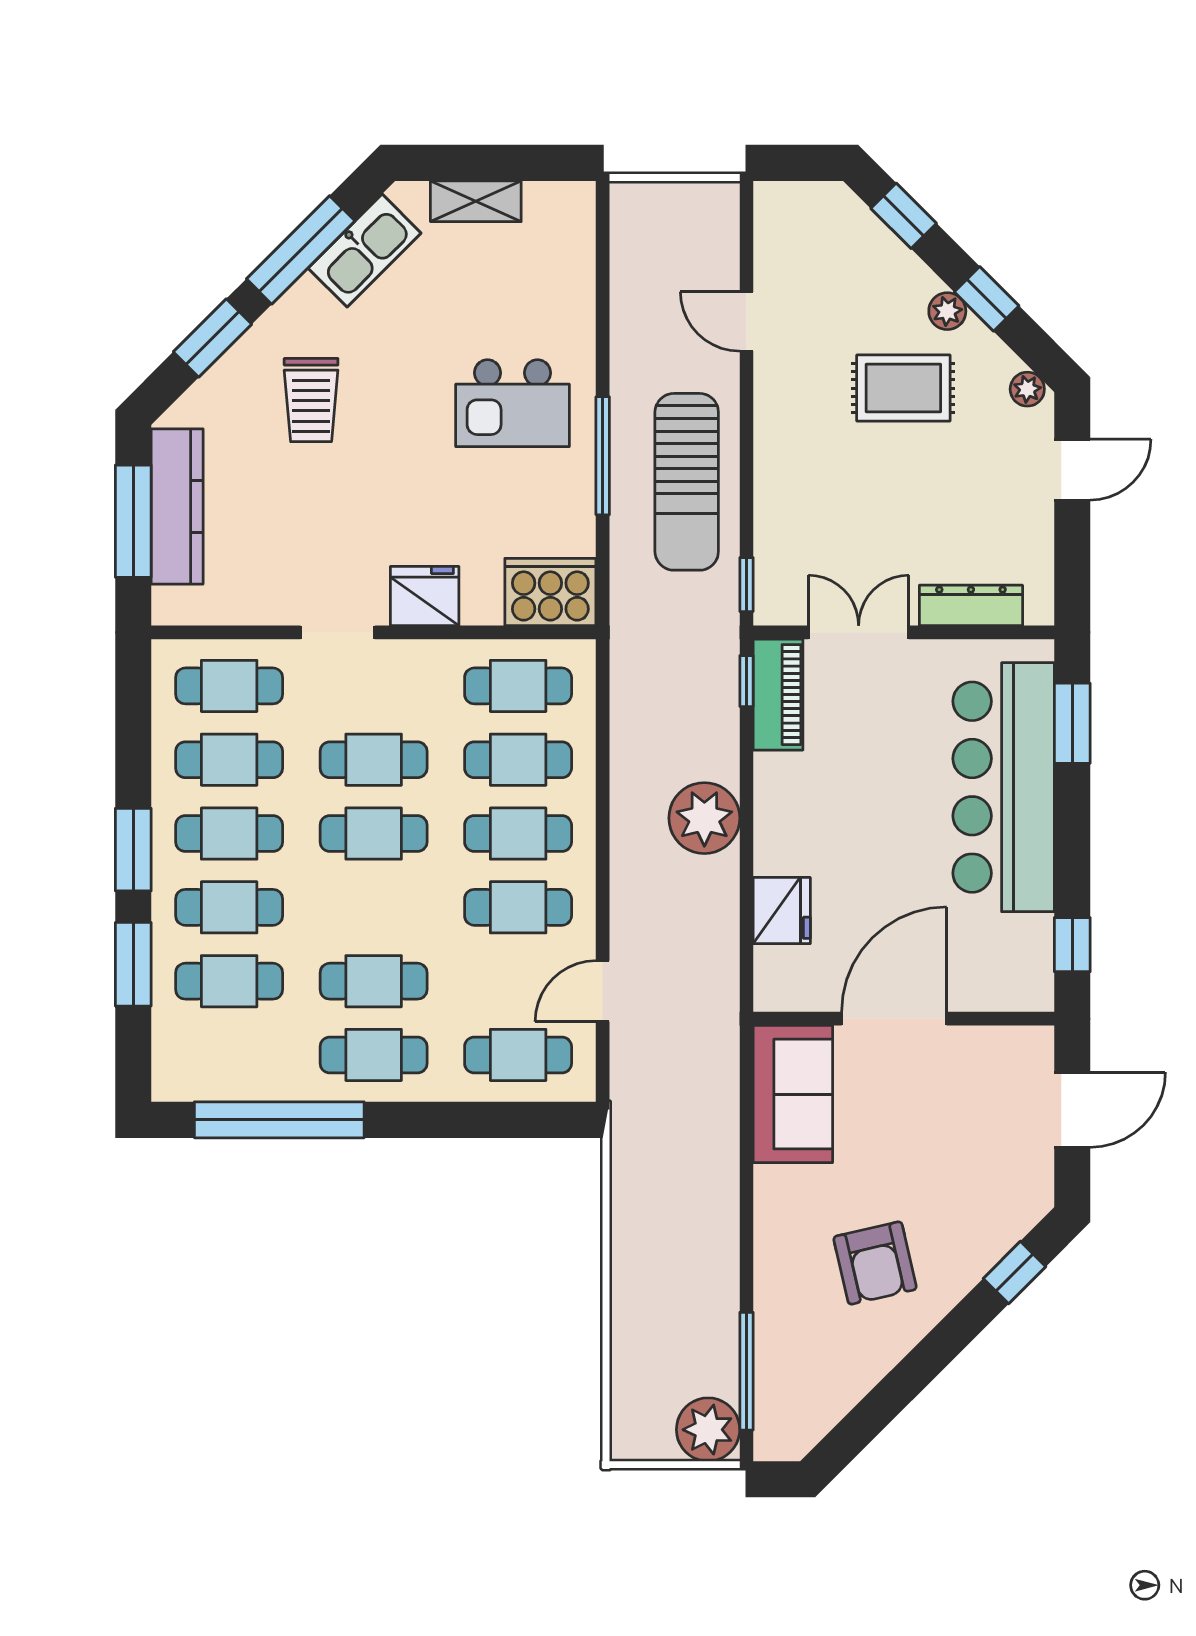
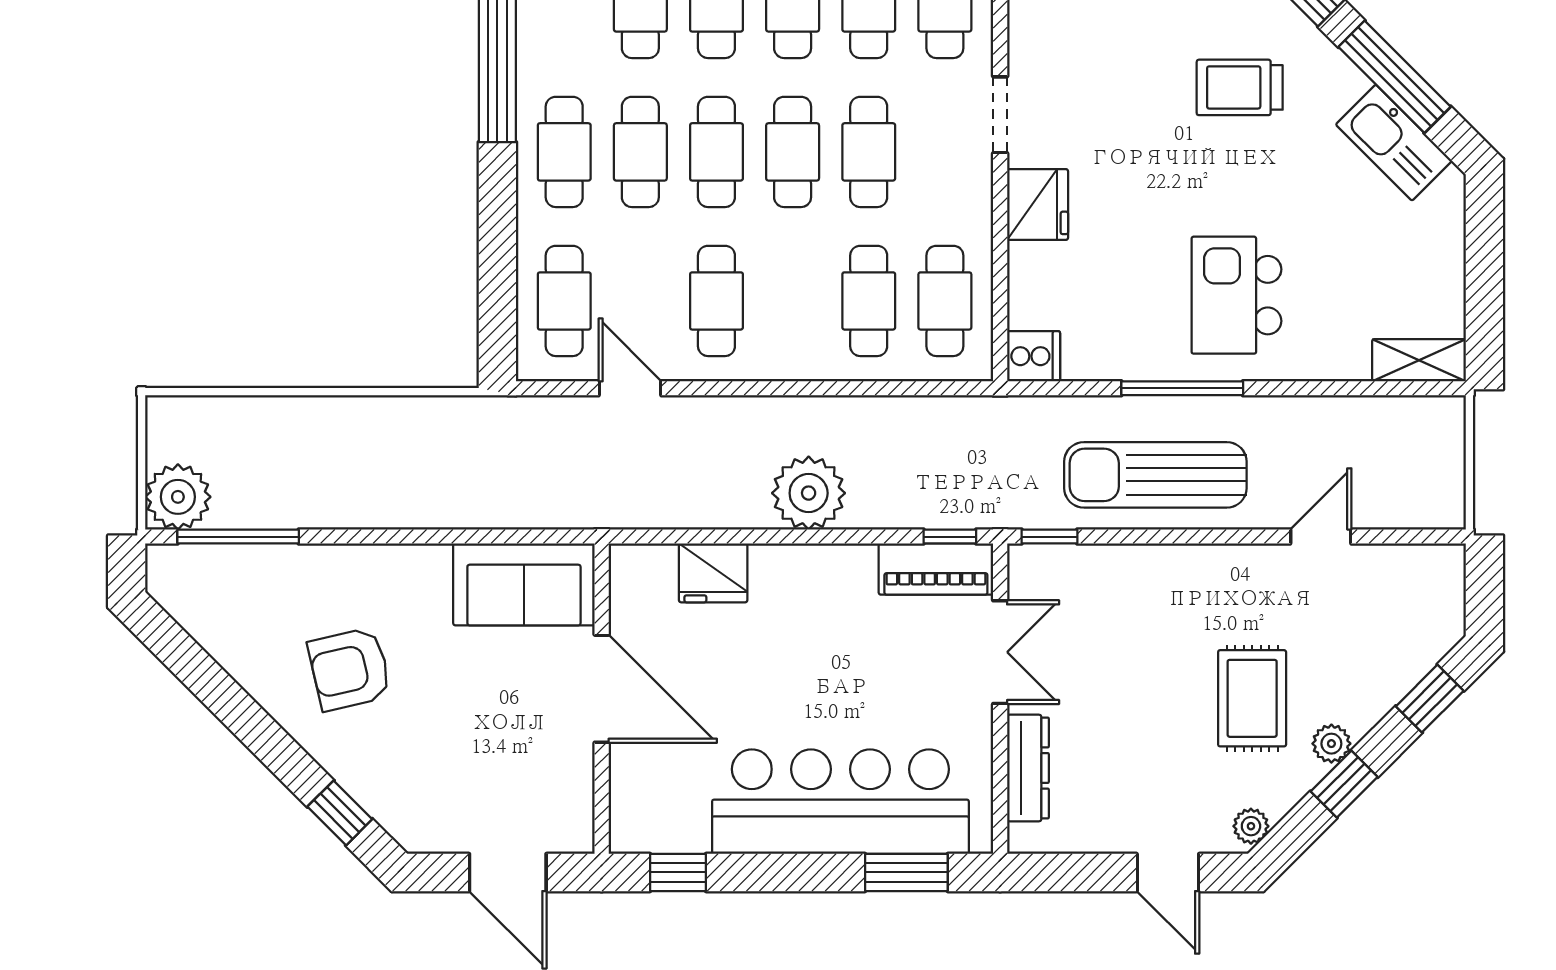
shelving: (476, 201) -> (1419, 360), moved, turned 90
cooker: (550, 592) -> (1034, 356), width x0.53, depth x0.76
cafe table: (518, 834) -> (716, 152), moved

